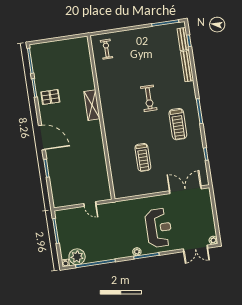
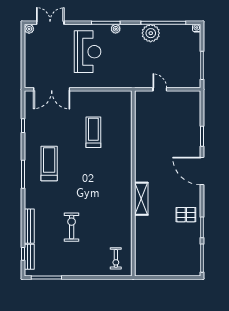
exercise bike: (149, 98) -> (72, 227), moved
reception desk: (159, 228) -> (87, 52), turned 180
plant: (77, 257) -> (151, 33), moved

